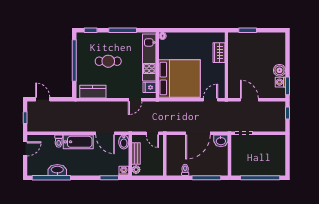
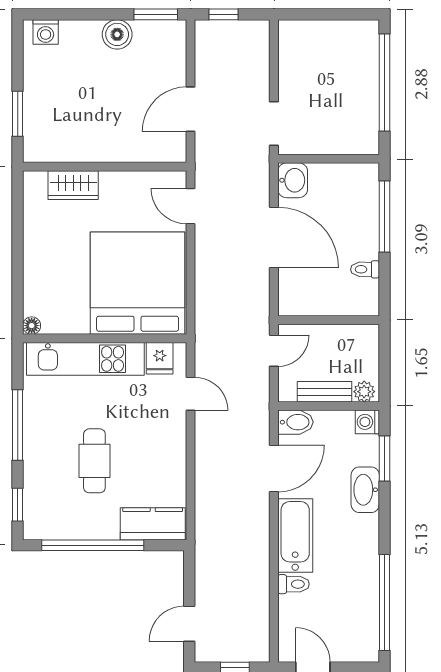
washing machine: (280, 82) -> (46, 32), moved
kitchen counter: (93, 92) -> (153, 524), moved, turned 90
washbasin: (57, 170) -> (365, 490), moved

